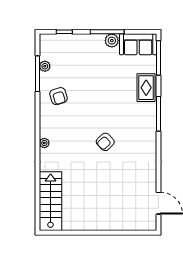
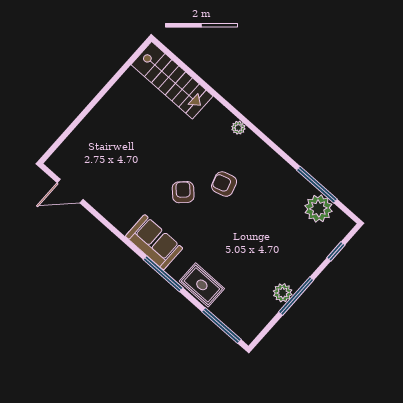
sofa: (138, 44) -> (154, 242), moved, turned 90
plant: (45, 66) -> (318, 208), width x1.88, depth x1.88
armchair: (59, 96) -> (224, 184), moved

